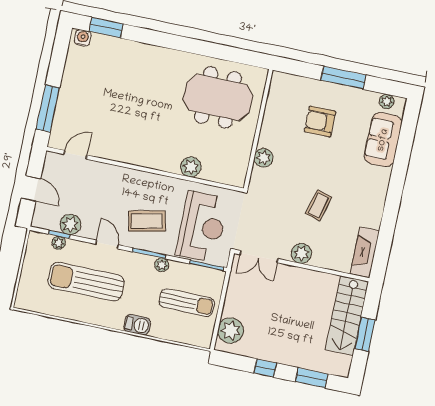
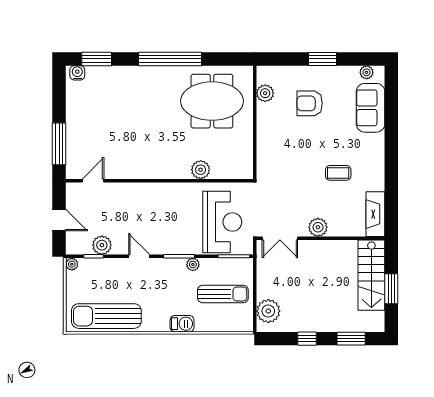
window: (183, 44) -> (170, 59), added
window: (343, 78) -> (322, 59), width x0.69
plant: (264, 158) -> (265, 93), moved
coffee table: (319, 205) -> (338, 173), moved, turned 75
coffee table: (147, 221) -> (171, 227), removed
plant: (59, 243) -> (72, 264), moved
sun lounger: (86, 282) -> (106, 316), moved

